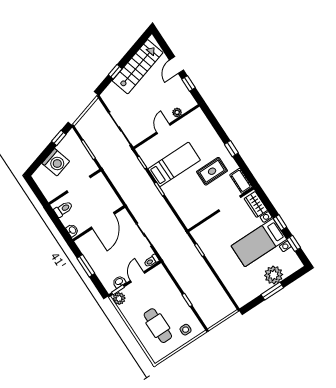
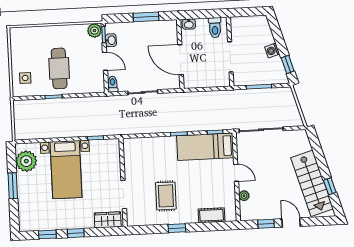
window: (115, 72) -> (330, 186), moved
washing machine: (56, 162) -> (272, 51), width x0.53, depth x0.53
bed: (174, 164) -> (205, 147), moved, turned 90
cot: (241, 181) -> (212, 215), moved
bed with nightstands: (259, 243) -> (66, 170), moved, turned 180
plant: (274, 275) -> (26, 161), moved
cafe table: (158, 326) -> (59, 68), moved, turned 90

